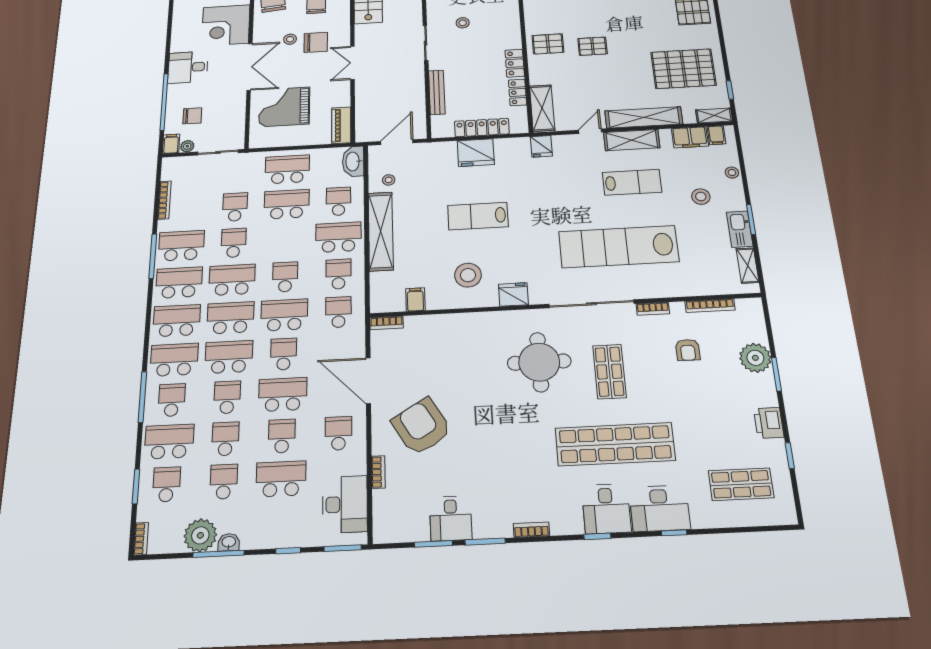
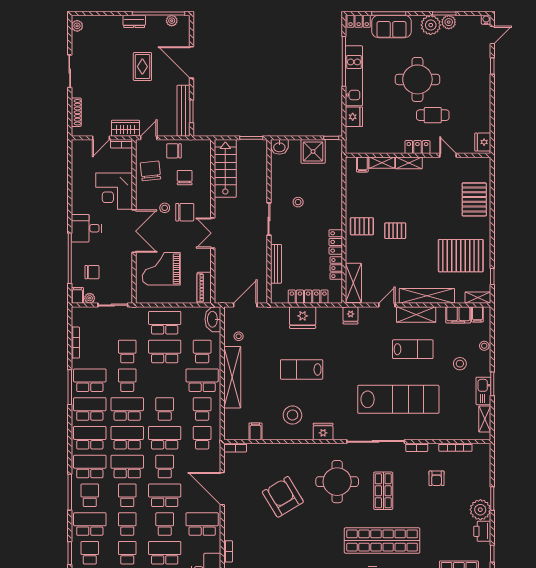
lab bench: (619, 247) -> (398, 399), turned 180
plant: (755, 358) -> (480, 510), moved
armchair: (422, 426) -> (283, 497), moved
school desk: (338, 433) -> (202, 524), width x1.85

